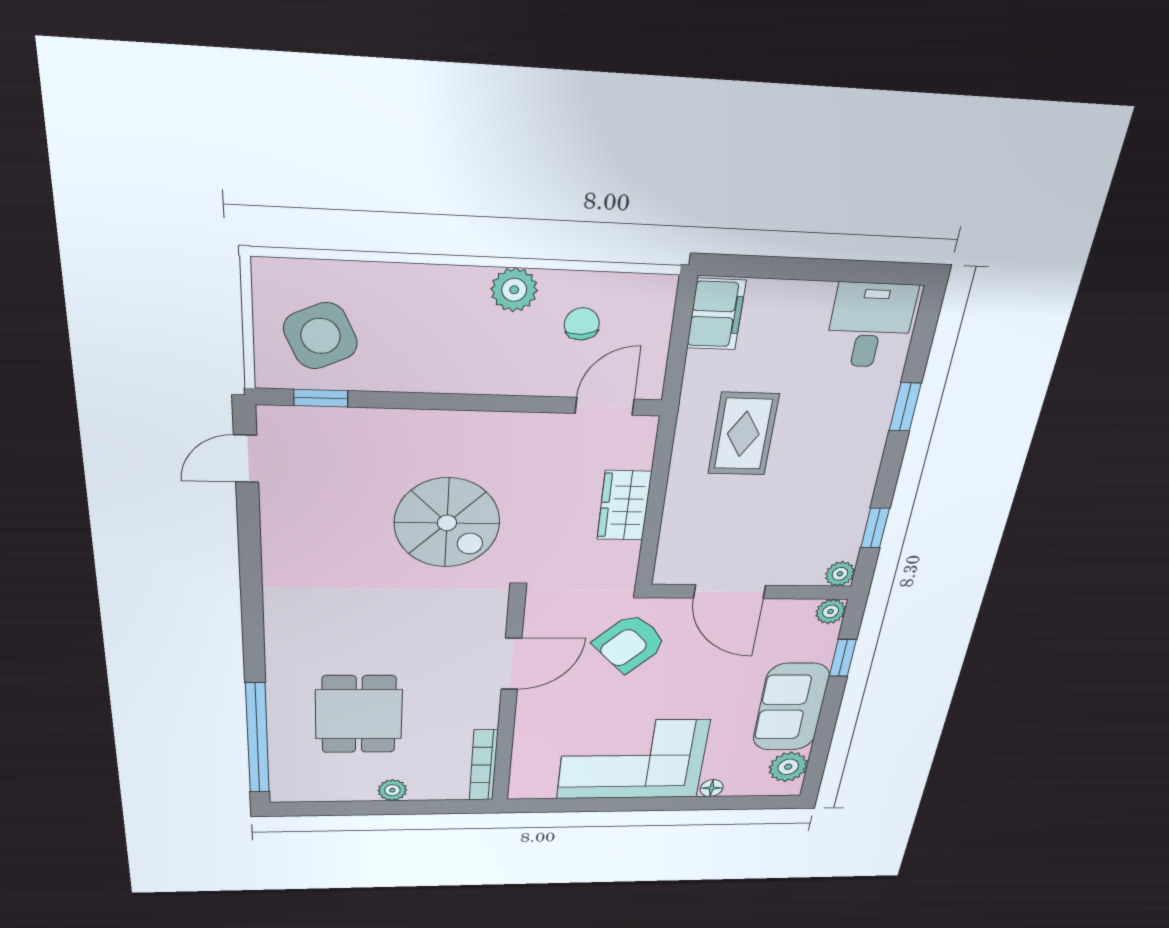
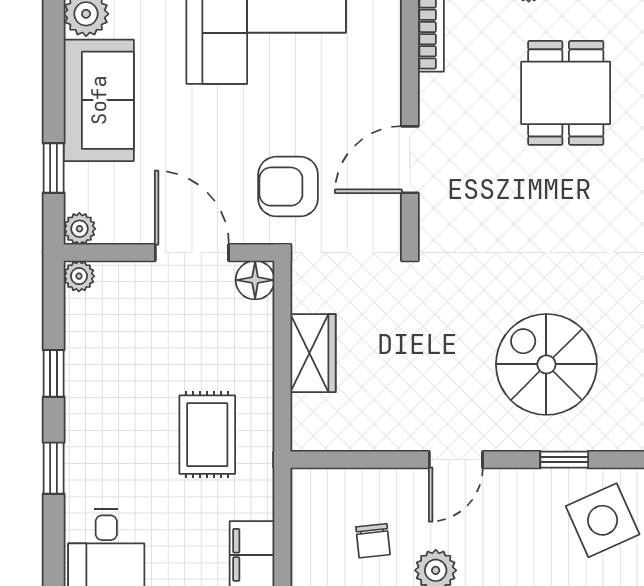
window: (321, 398) -> (564, 460), moved
door: (605, 406) -> (456, 460), moved
spiral stairs: (447, 523) -> (546, 364), moved
window: (875, 528) -> (54, 373), moved
floor lamp: (673, 569) -> (255, 280), added
armchair: (630, 643) -> (288, 187), turned -136

